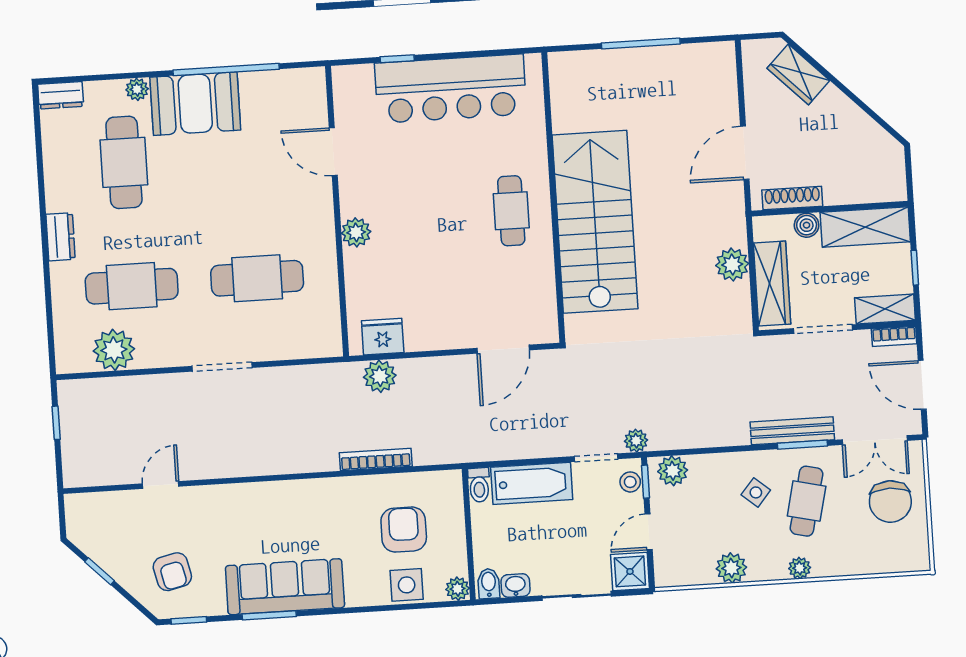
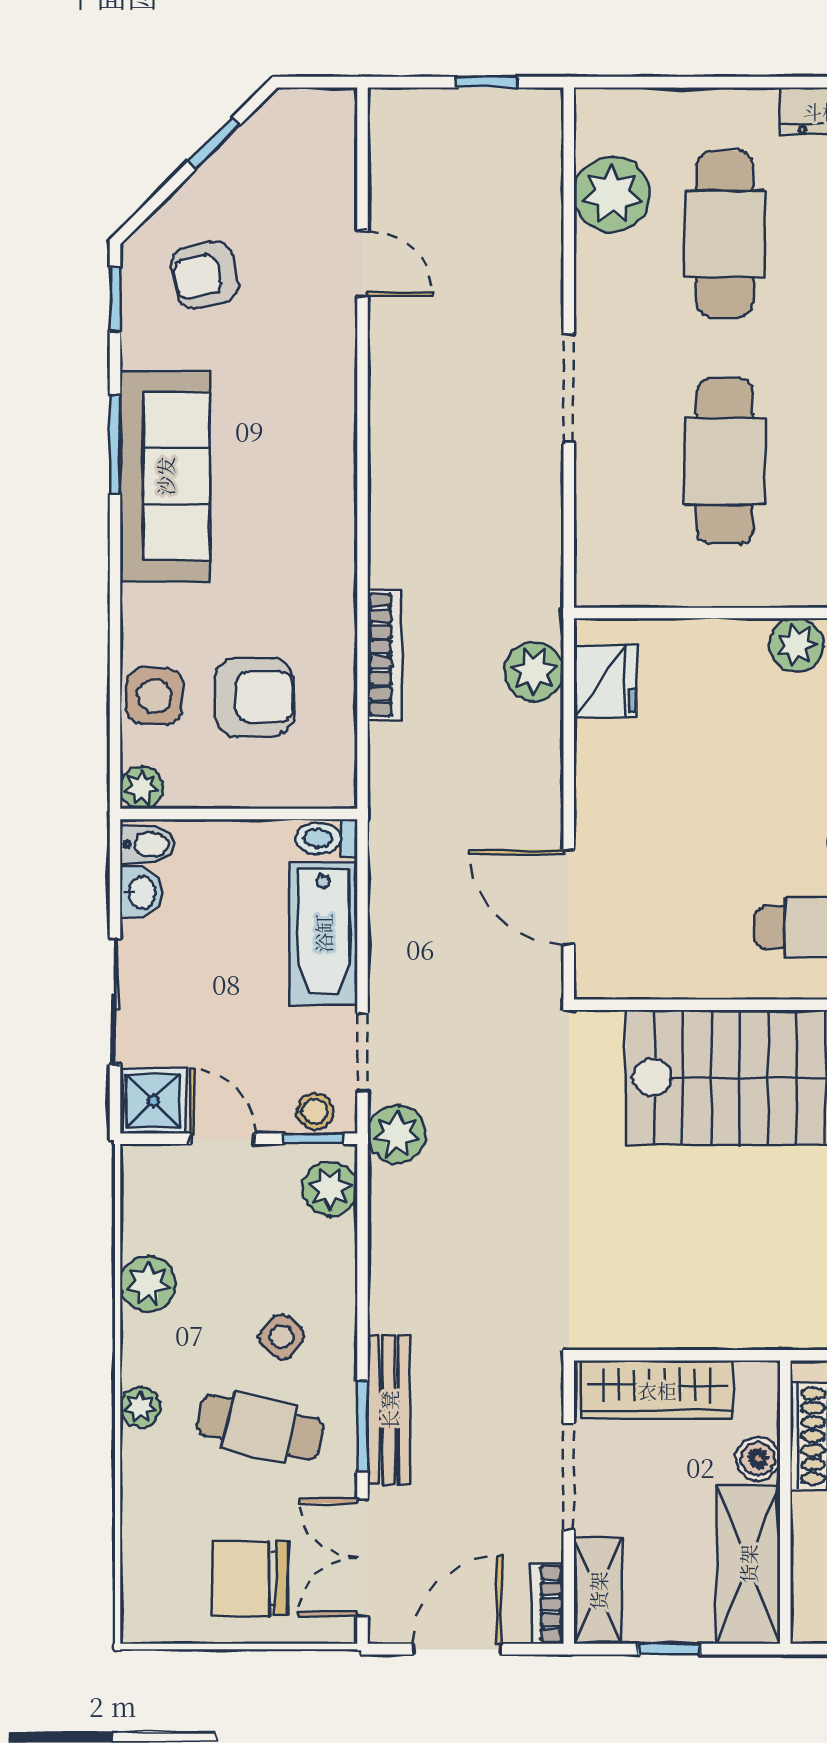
plant: (732, 265) -> (695, 1320), removed
plant: (636, 441) -> (397, 1134), width x1.38, depth x1.38

